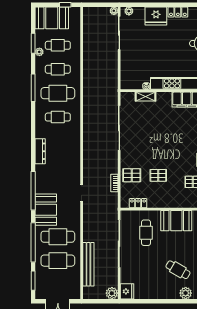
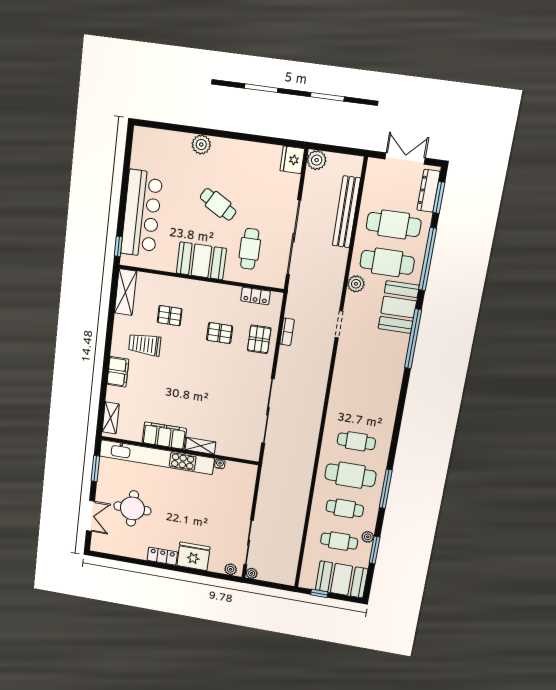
shelving: (145, 96) -> (200, 446), moved
dresser: (40, 151) -> (428, 191), moved
pallet: (132, 175) -> (259, 339), turned 90
plant: (75, 220) -> (356, 284), added
cafe table: (178, 270) -> (218, 204), moved

